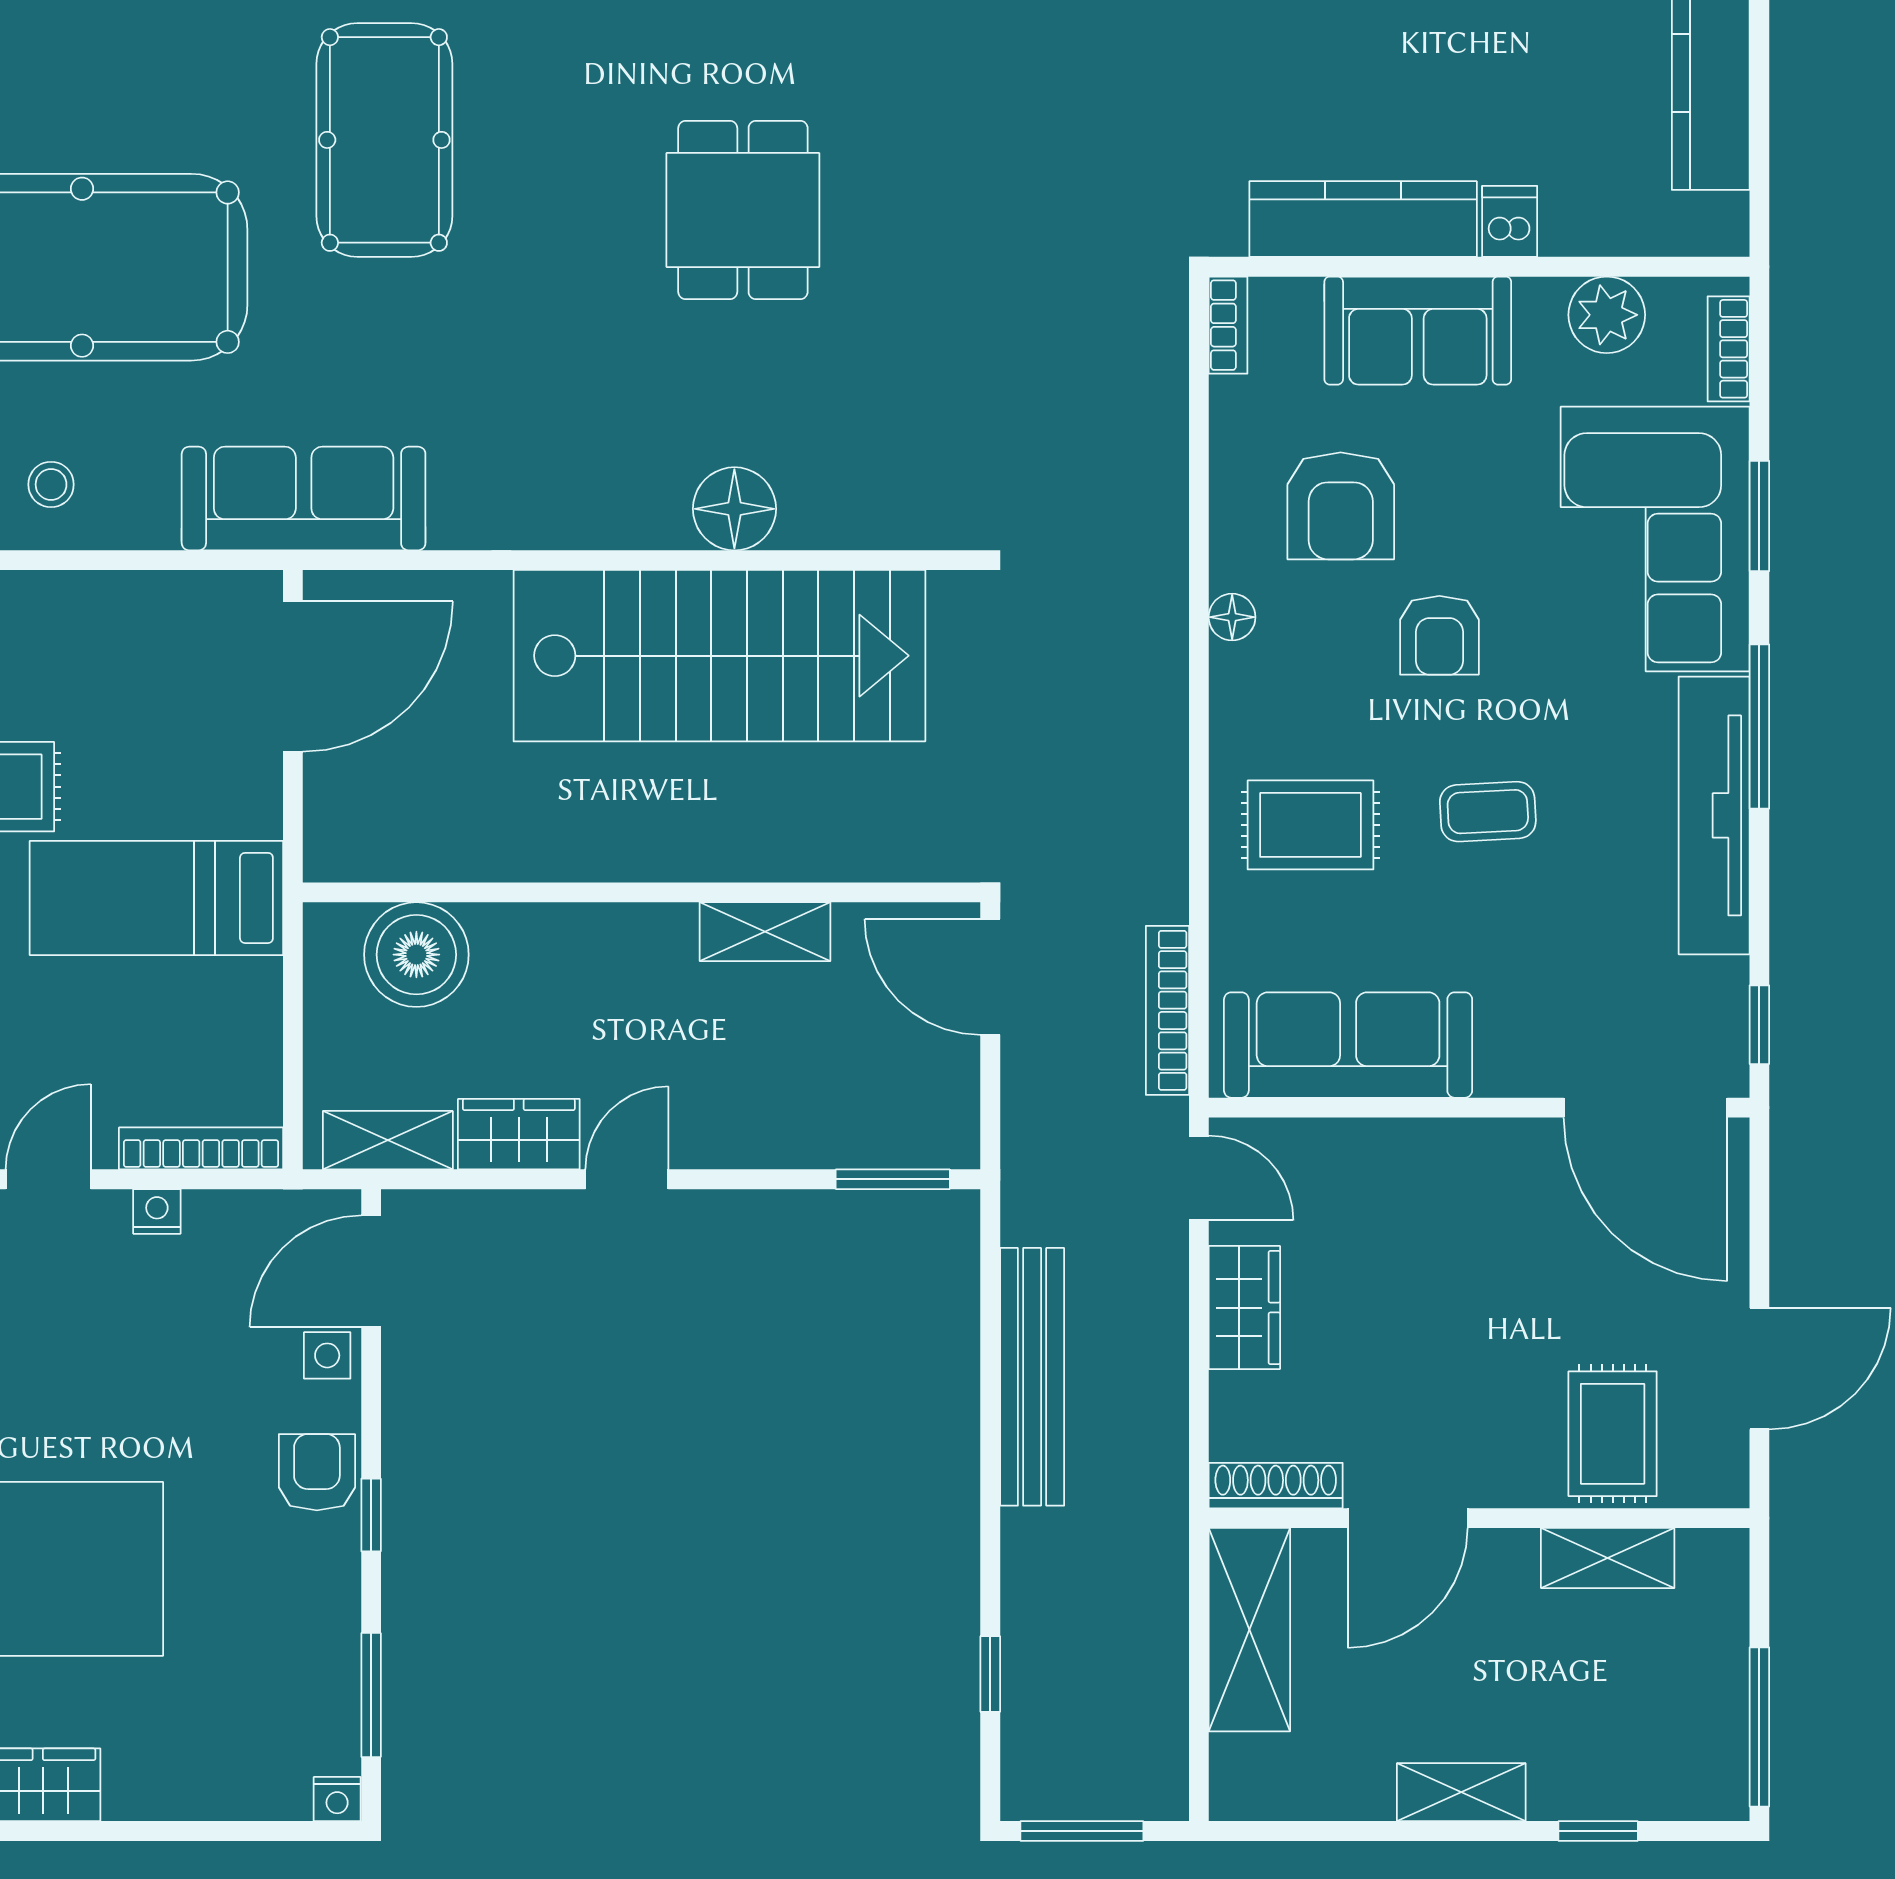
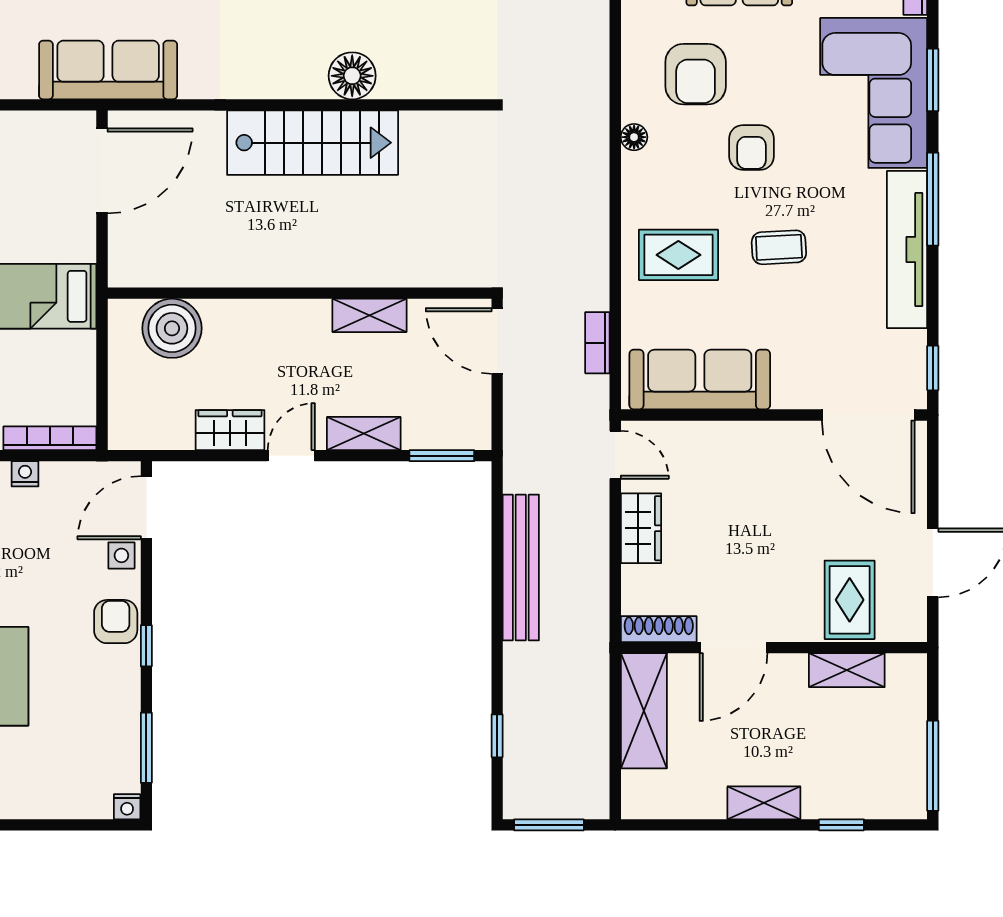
stairs: (719, 656) -> (313, 143), width x0.73, depth x0.66
bookcase: (1167, 1010) -> (597, 343), width x0.64
shelving: (388, 1140) -> (364, 433), moved

